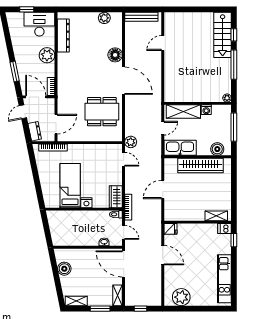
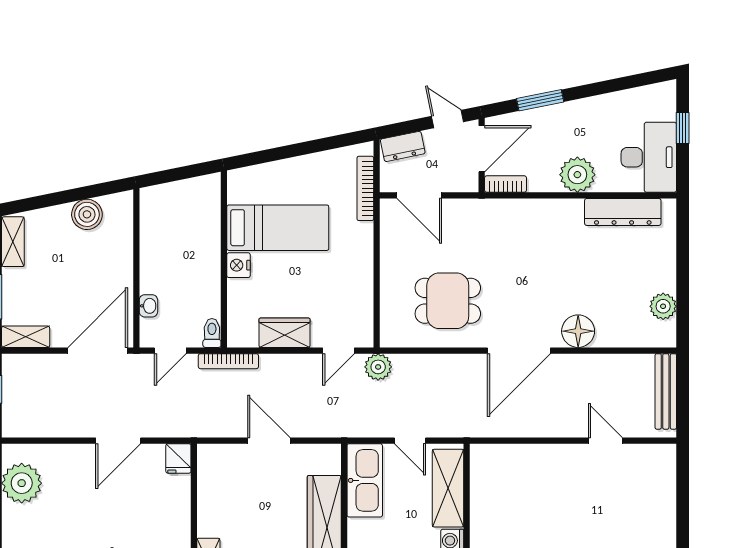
dining table: (102, 112) -> (448, 301), width x0.73
wardrobe: (116, 197) -> (284, 333), moved

